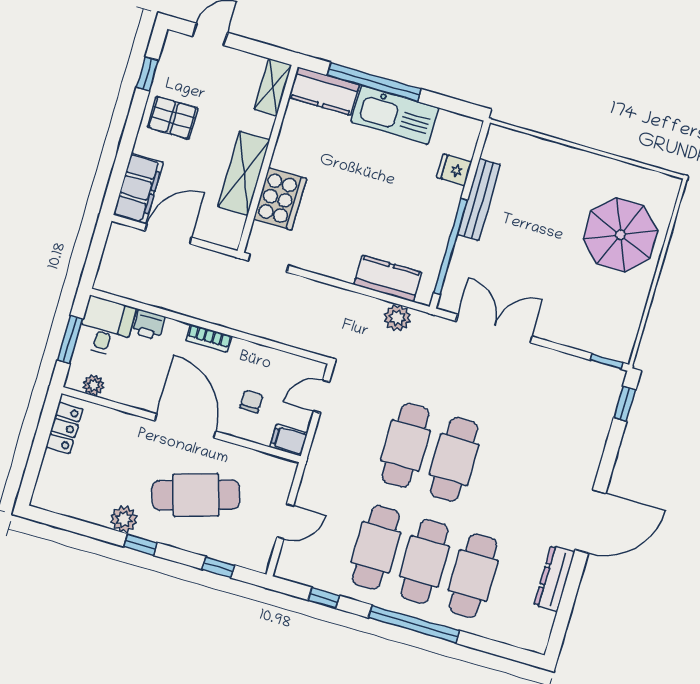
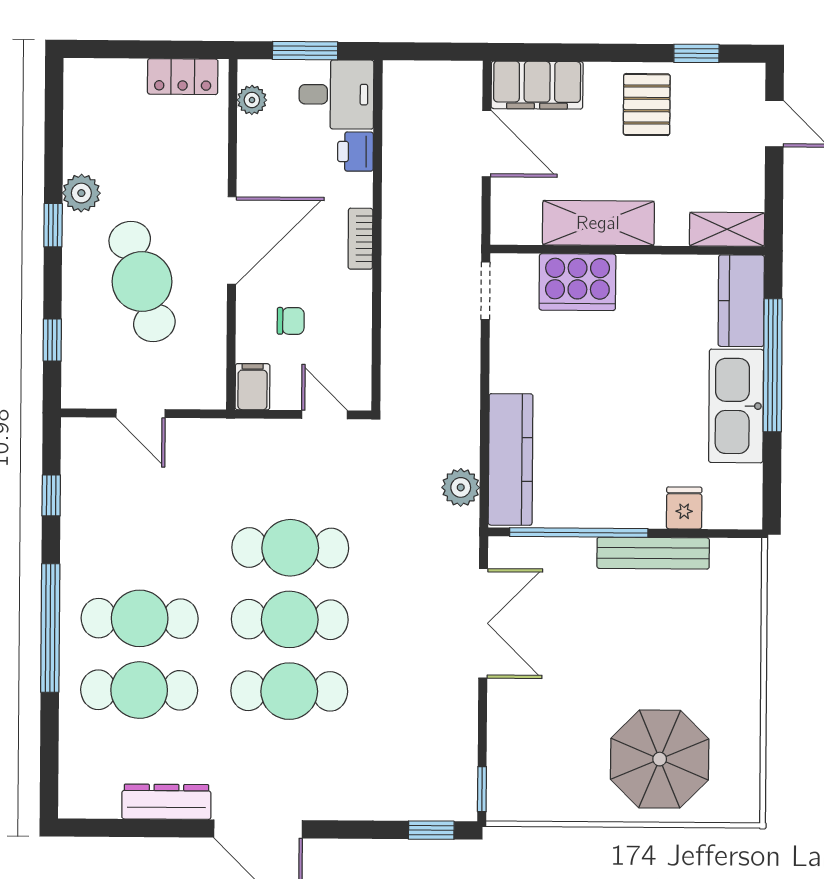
kitchen counter: (388, 279) -> (511, 459), width x1.50
cafe table: (376, 547) -> (289, 691), moved

